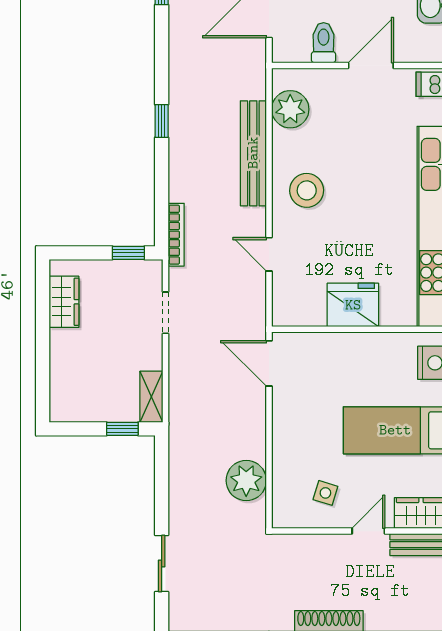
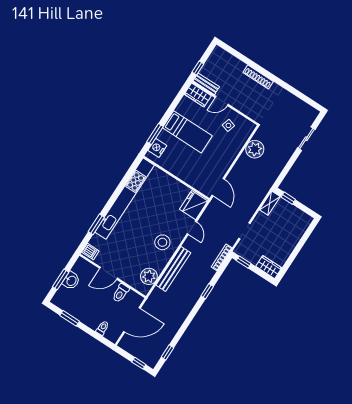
window: (162, 121) -> (207, 291), moved
wardrobe: (64, 302) -> (269, 267), moved, turned 90
fridge: (353, 305) -> (194, 205), moved, turned 90

